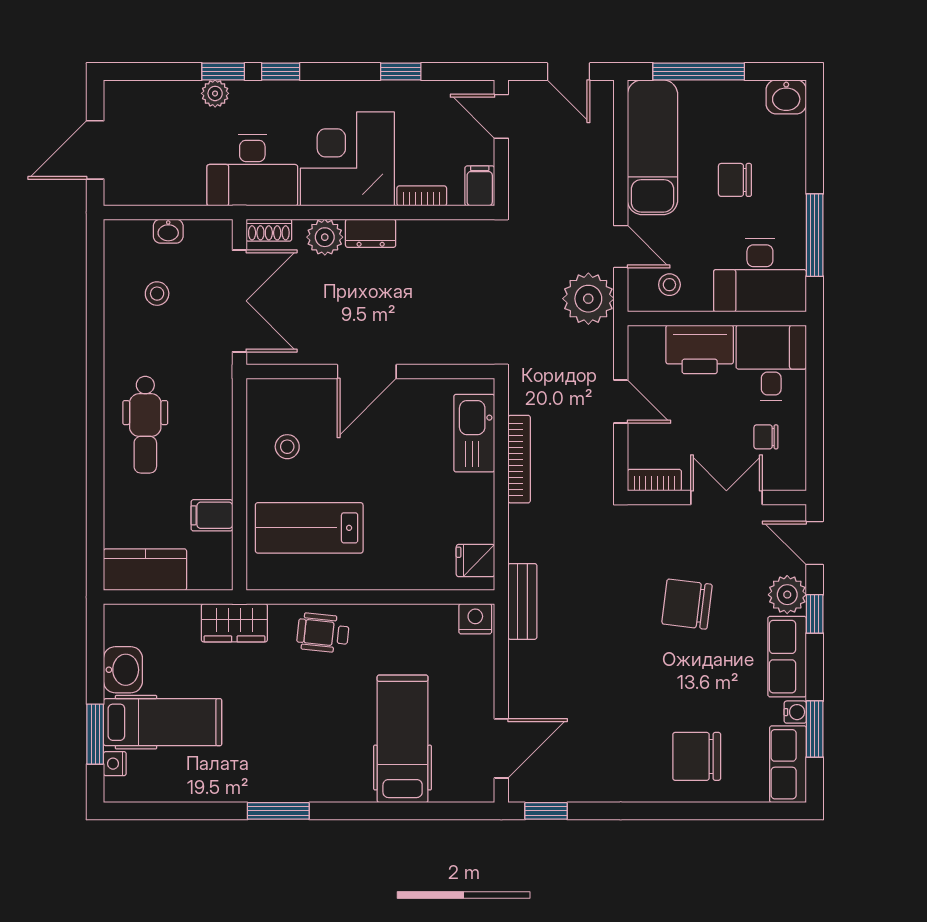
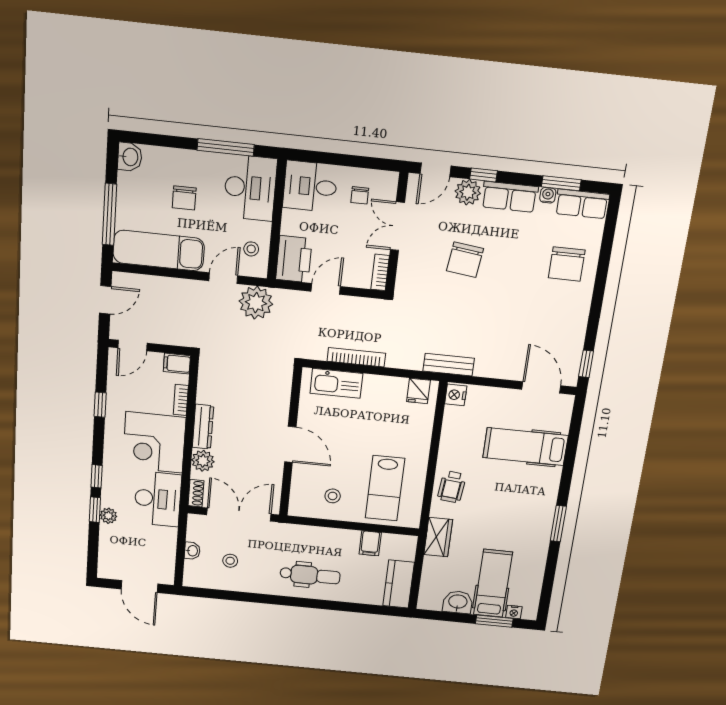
dresser: (371, 233) -> (203, 427), width x1.44
printer: (700, 349) -> (294, 259), moved

